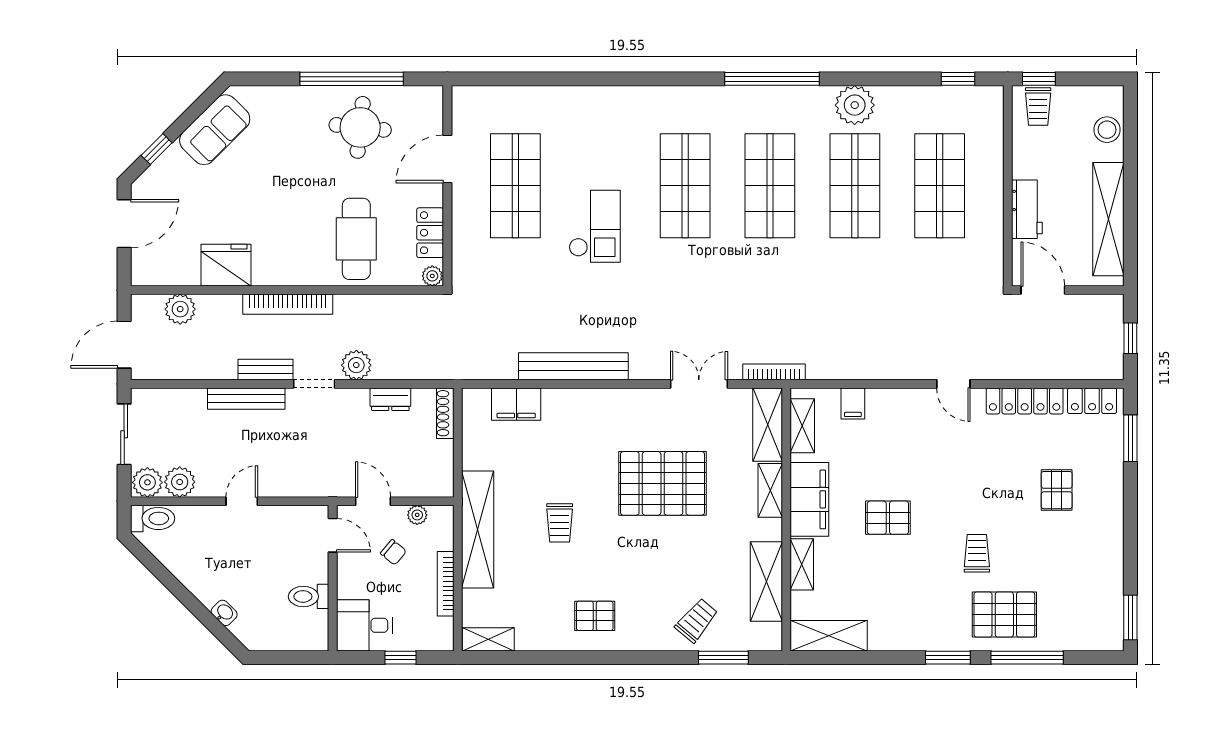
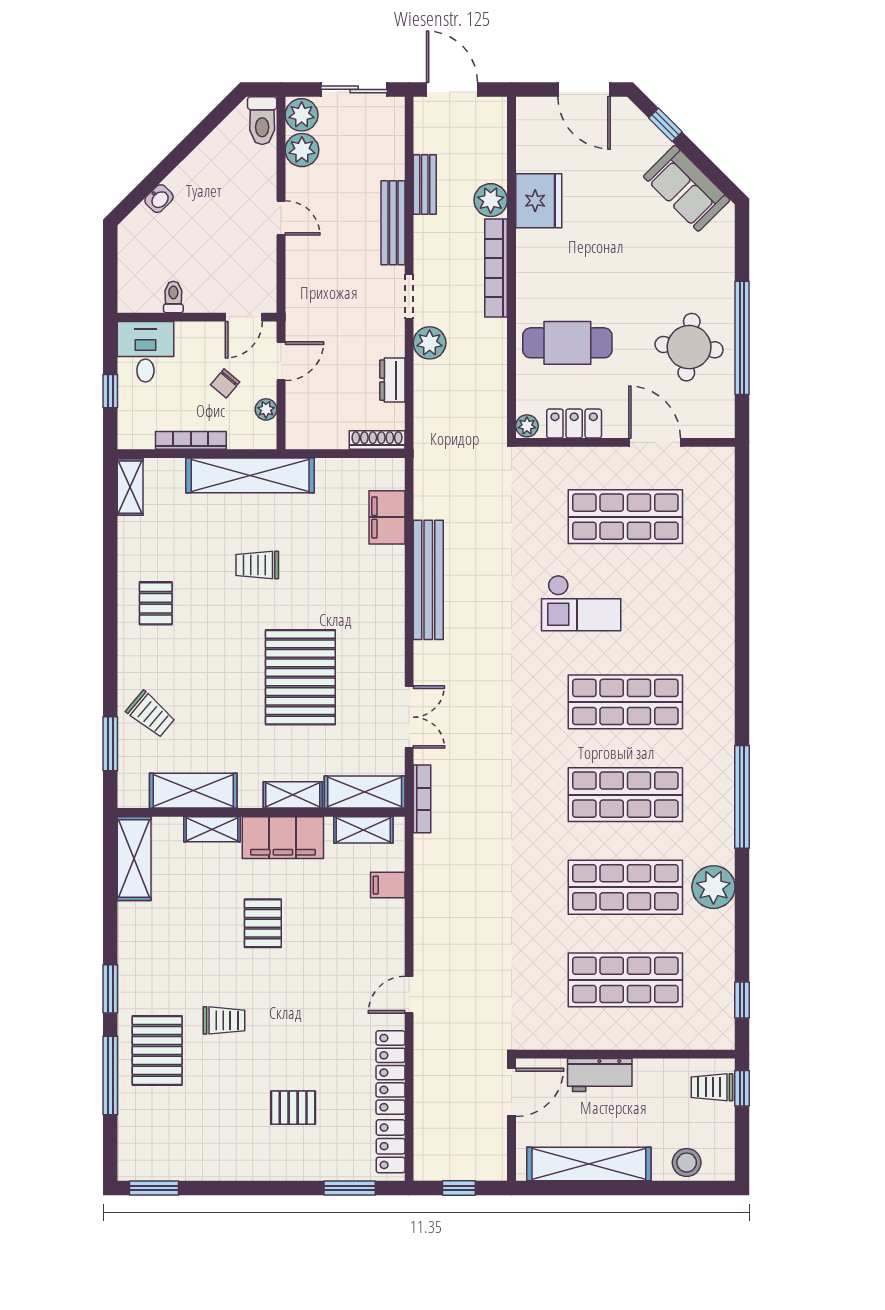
plant: (180, 309) -> (491, 200), moved
bench: (266, 369) -> (425, 184), moved
toilet: (309, 596) -> (173, 297), width x0.73, depth x0.72

